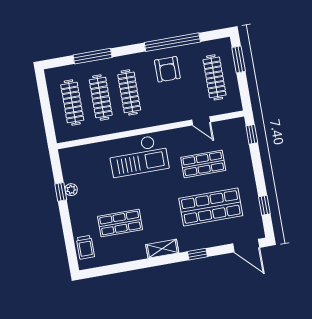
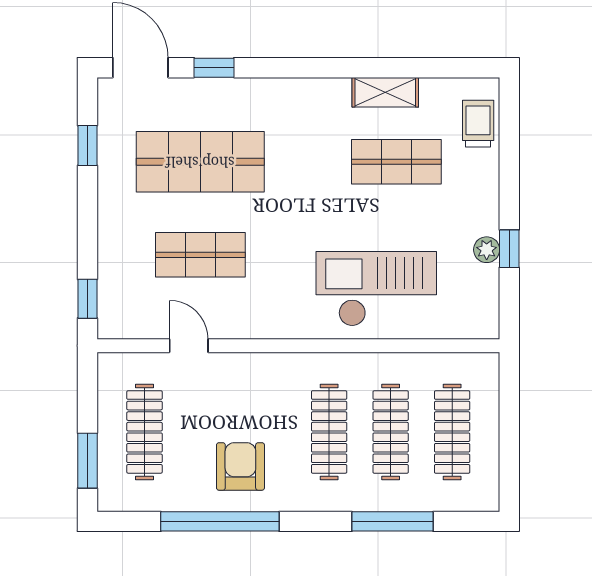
checkout: (138, 156) -> (376, 289), moved
shelving: (162, 249) -> (385, 92), moved
window: (197, 254) -> (214, 68), moved

